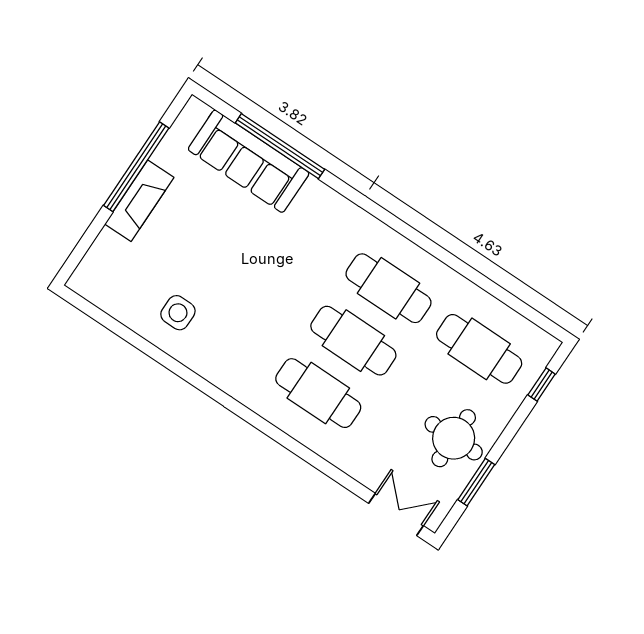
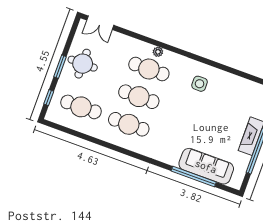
side table: (178, 313) -> (200, 84), moved
plant: (291, 424) -> (158, 52), added
window: (476, 482) -> (60, 67), moved

